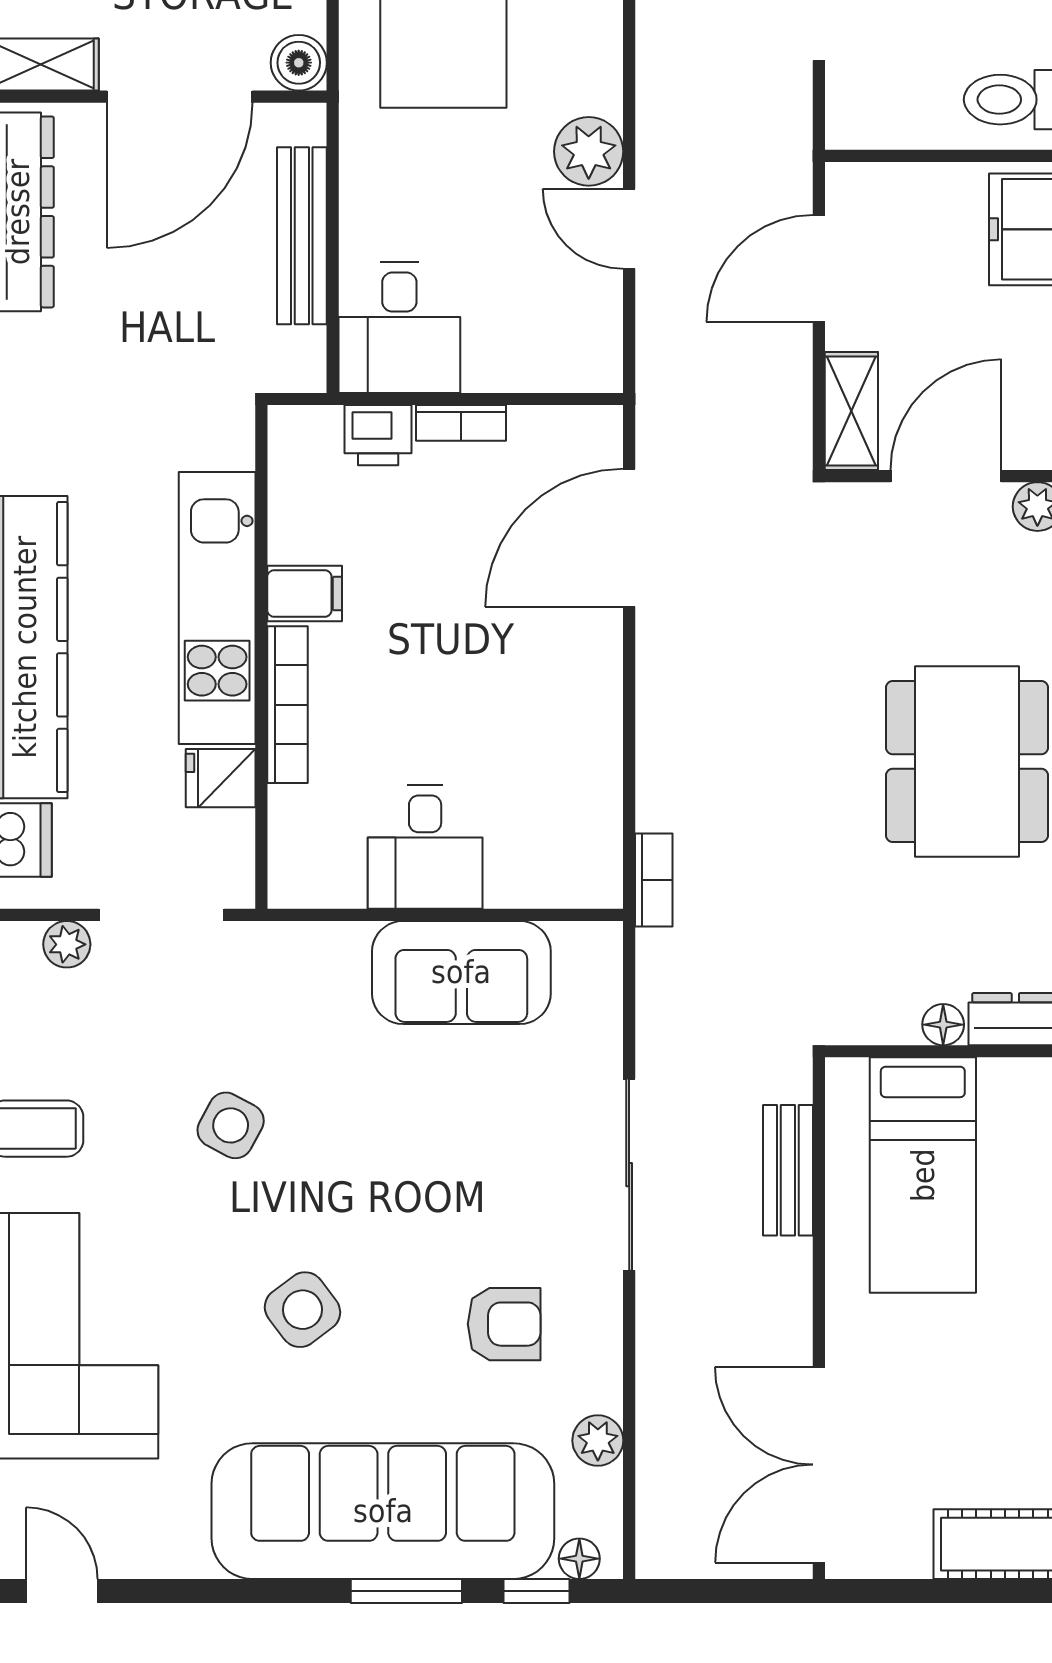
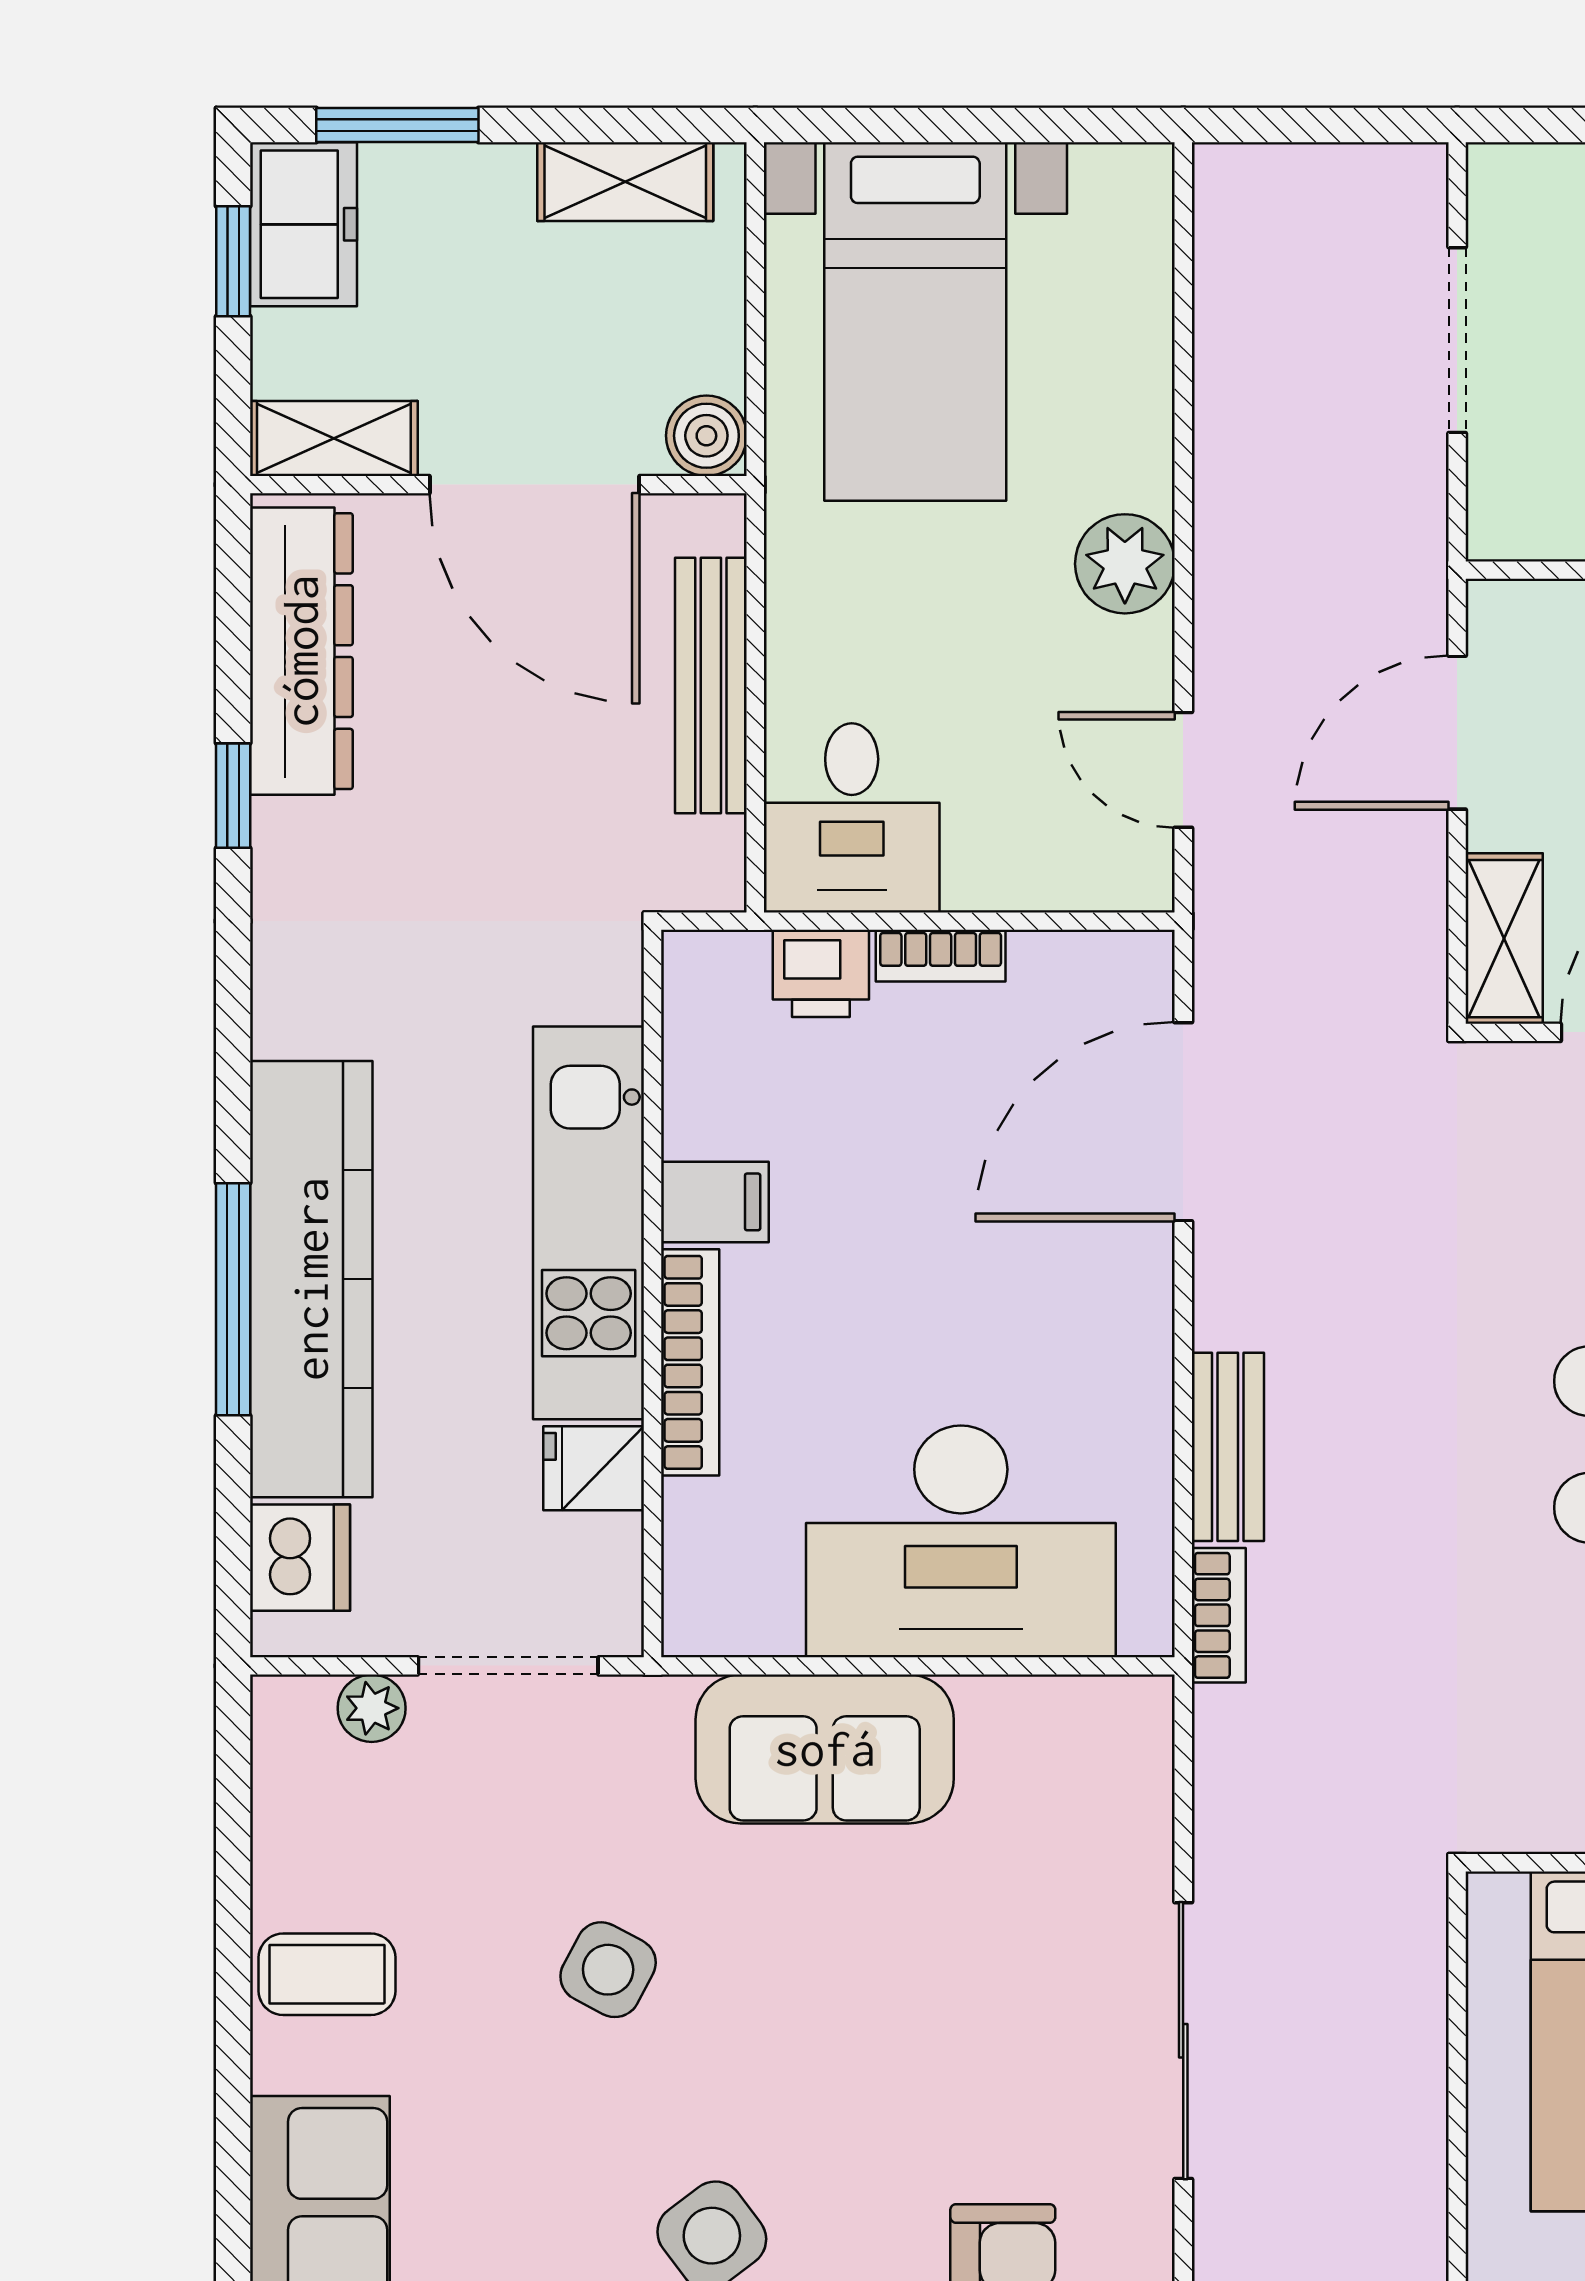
door: (180, 97) -> (535, 485), hinge flipped
door: (629, 229) -> (1183, 770), moved
desk: (425, 847) -> (961, 1541), width x1.87, depth x1.30
sofa: (461, 972) -> (825, 1749), moved
bench: (788, 1170) -> (1228, 1447), moved

